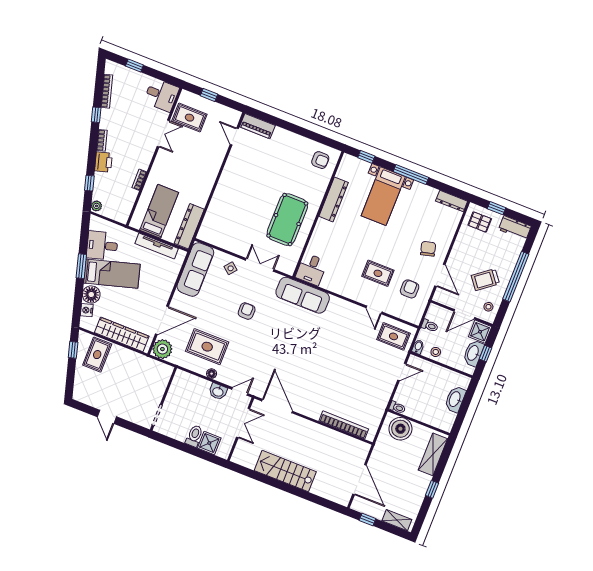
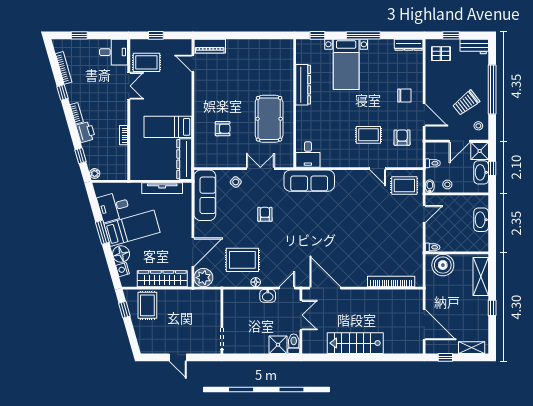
armchair: (320, 160) -> (223, 129), moved
bed: (159, 211) -> (168, 127), moved, turned -90
chair: (428, 249) -> (404, 95), turned 105
toilet: (194, 436) -> (294, 344), moved

